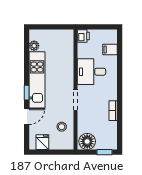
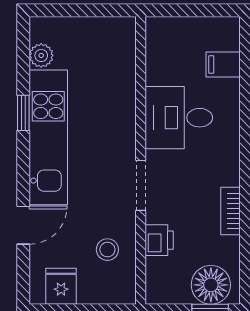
printer: (83, 36) -> (159, 240), moved
window: (27, 93) -> (23, 113), moved
floor lamp: (87, 141) -> (211, 285), moved

